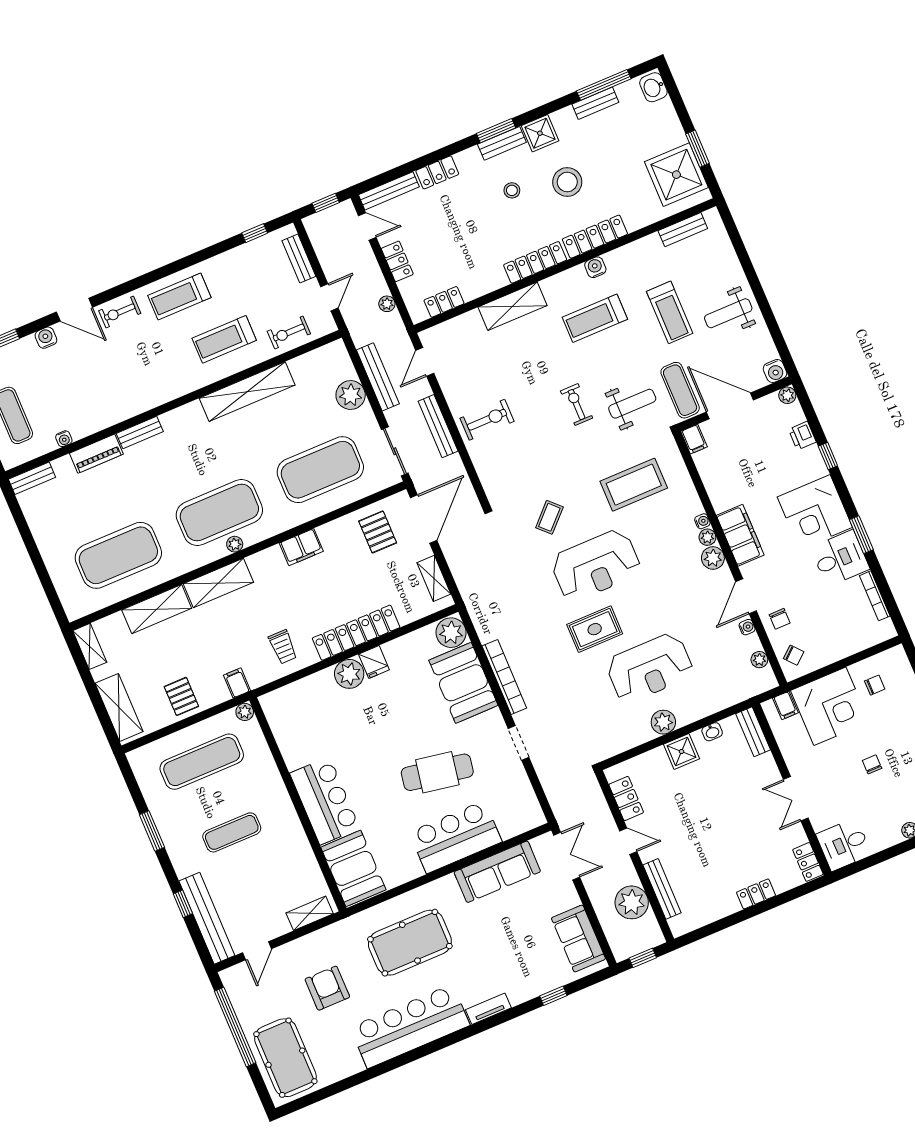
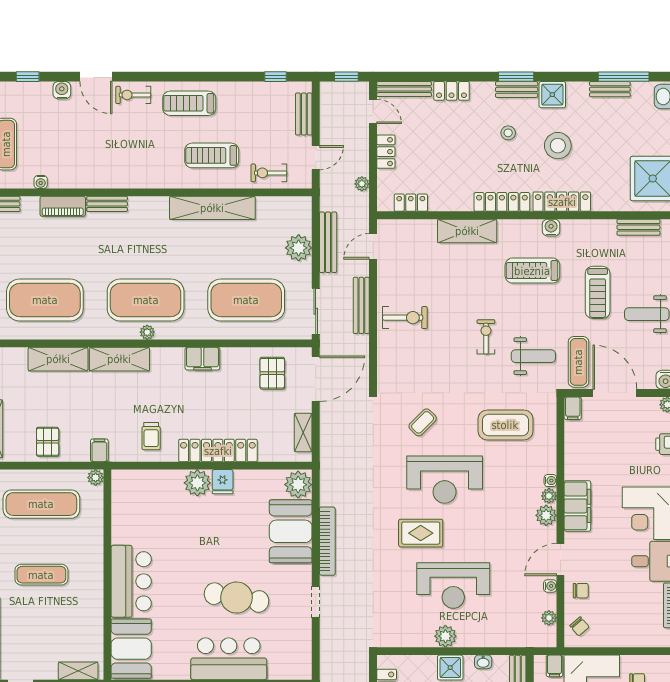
chair: (780, 619) -> (581, 591), turned -90

